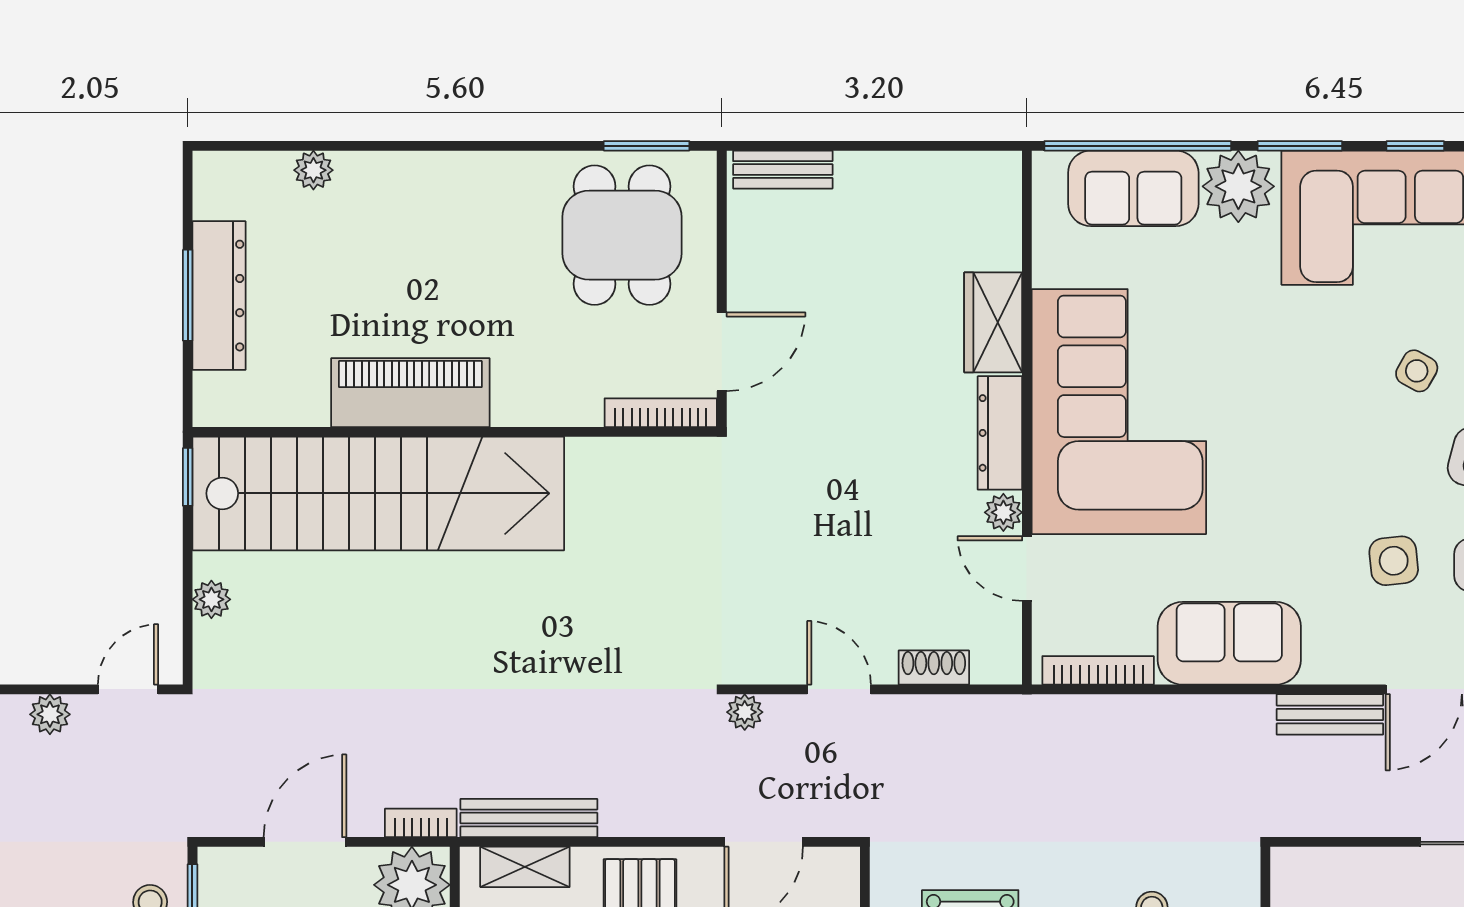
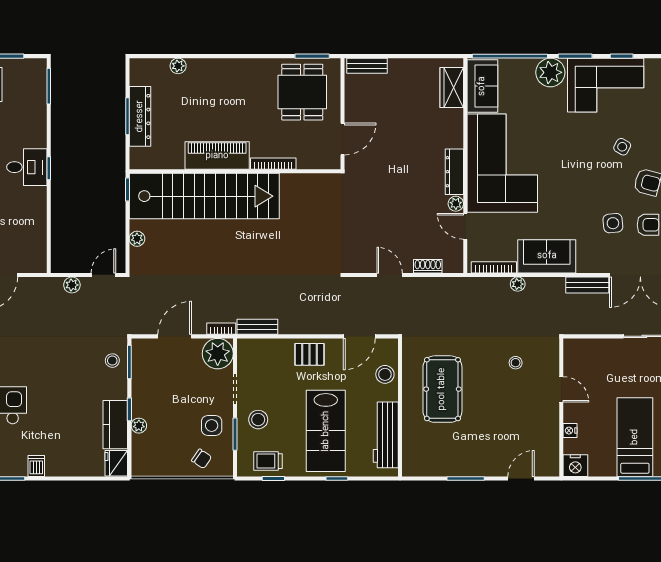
sofa: (1133, 188) -> (482, 86), moved, turned -90
wardrobe: (993, 322) -> (452, 87), moved
bookcase: (661, 413) -> (273, 164), moved
plant: (745, 712) -> (518, 284), moved
bench: (529, 818) -> (257, 327), width x0.73
shelving: (525, 867) -> (263, 346), removed

